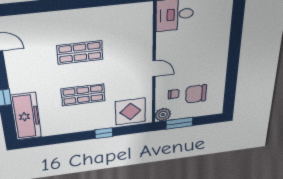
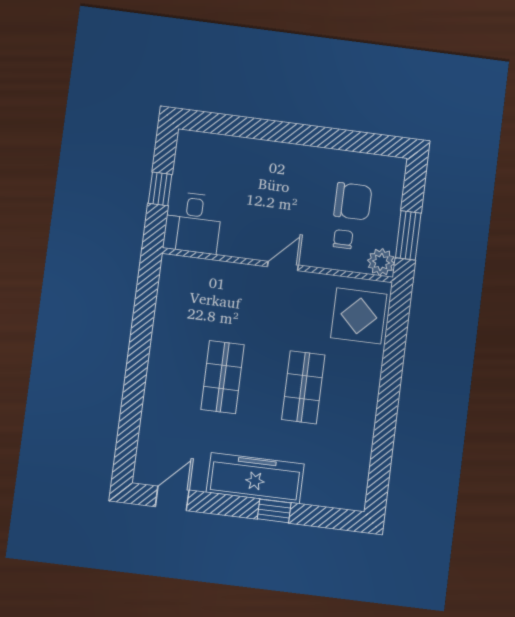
chair: (196, 94) -> (353, 201), turned -90
freezer: (26, 116) -> (255, 478), moved
window: (104, 133) -> (392, 368), removed

